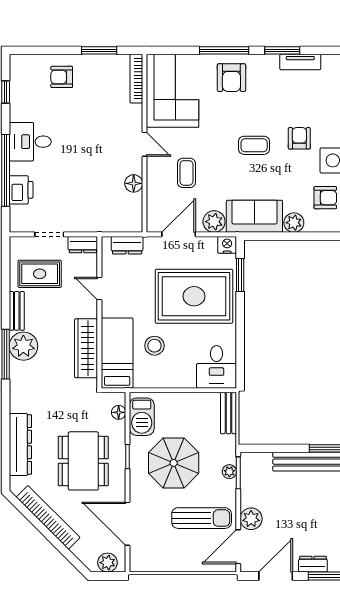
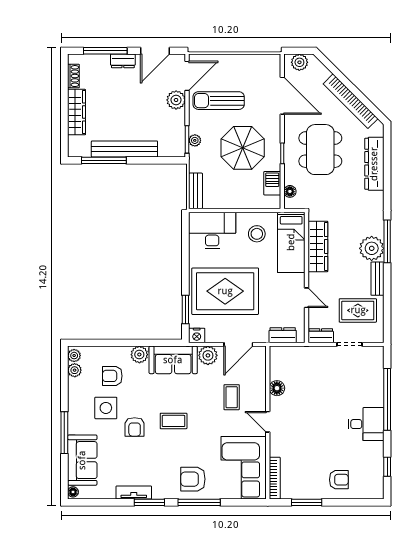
armchair: (231, 78) -> (193, 479), turned -90
printer: (21, 190) -> (374, 383), removed
stool: (154, 346) -> (257, 234), moved
desk: (217, 367) -> (212, 231), width x1.37
barbecue: (142, 417) -> (272, 183), width x0.73, depth x0.79

